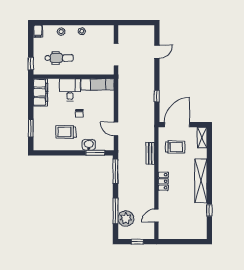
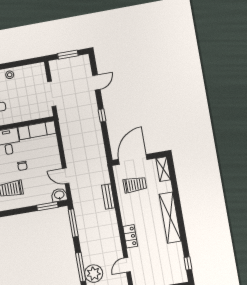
window: (136, 23) -> (68, 55), added
window: (157, 96) -> (102, 115), moved
washbasin: (89, 145) -> (59, 195), moved
locker: (163, 181) -> (130, 236), moved
window: (209, 210) -> (188, 263), moved

